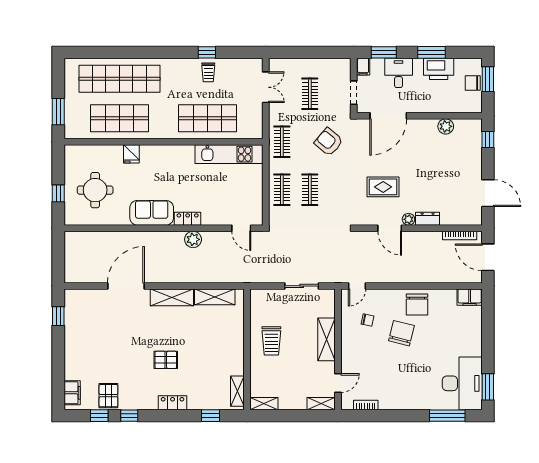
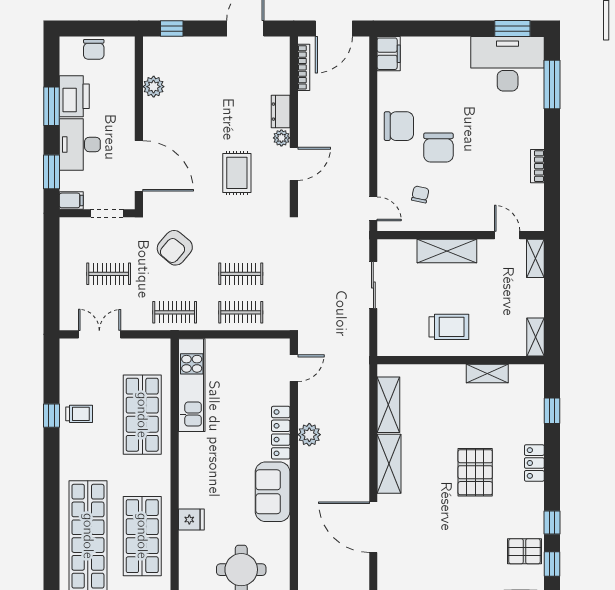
desk: (399, 73) -> (80, 144), width x1.37
window: (488, 79) -> (88, 29), removed
locker: (188, 219) -> (281, 433), width x1.53
chair: (401, 333) -> (438, 148), turned -104
pallet: (166, 360) -> (475, 472), width x1.50, depth x1.42
shelving: (237, 391) -> (487, 374), moved
bookcase: (366, 405) -> (537, 166), moved

